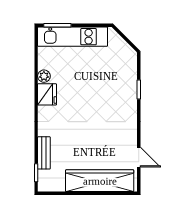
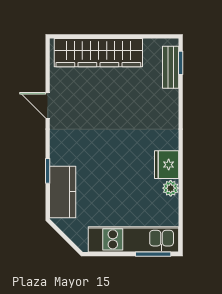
kitchen counter: (127, 73) -> (63, 192), added
bench: (44, 153) -> (171, 67), moved
door: (139, 157) -> (48, 105), moved

